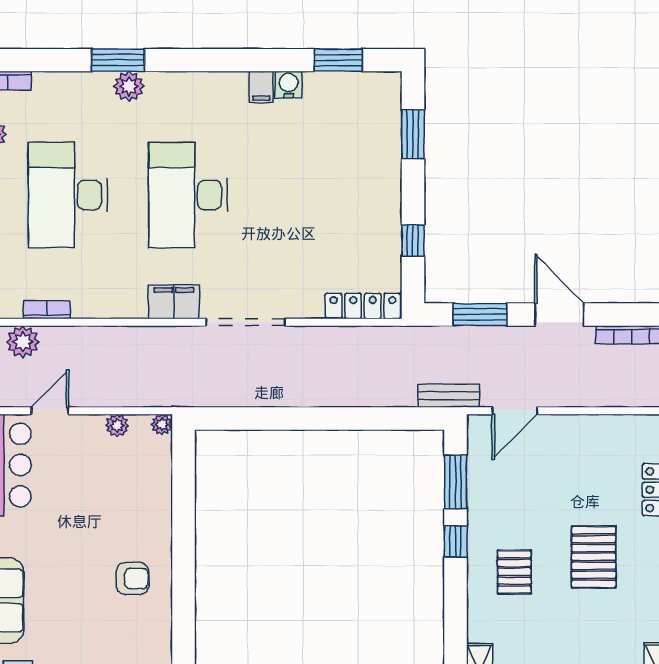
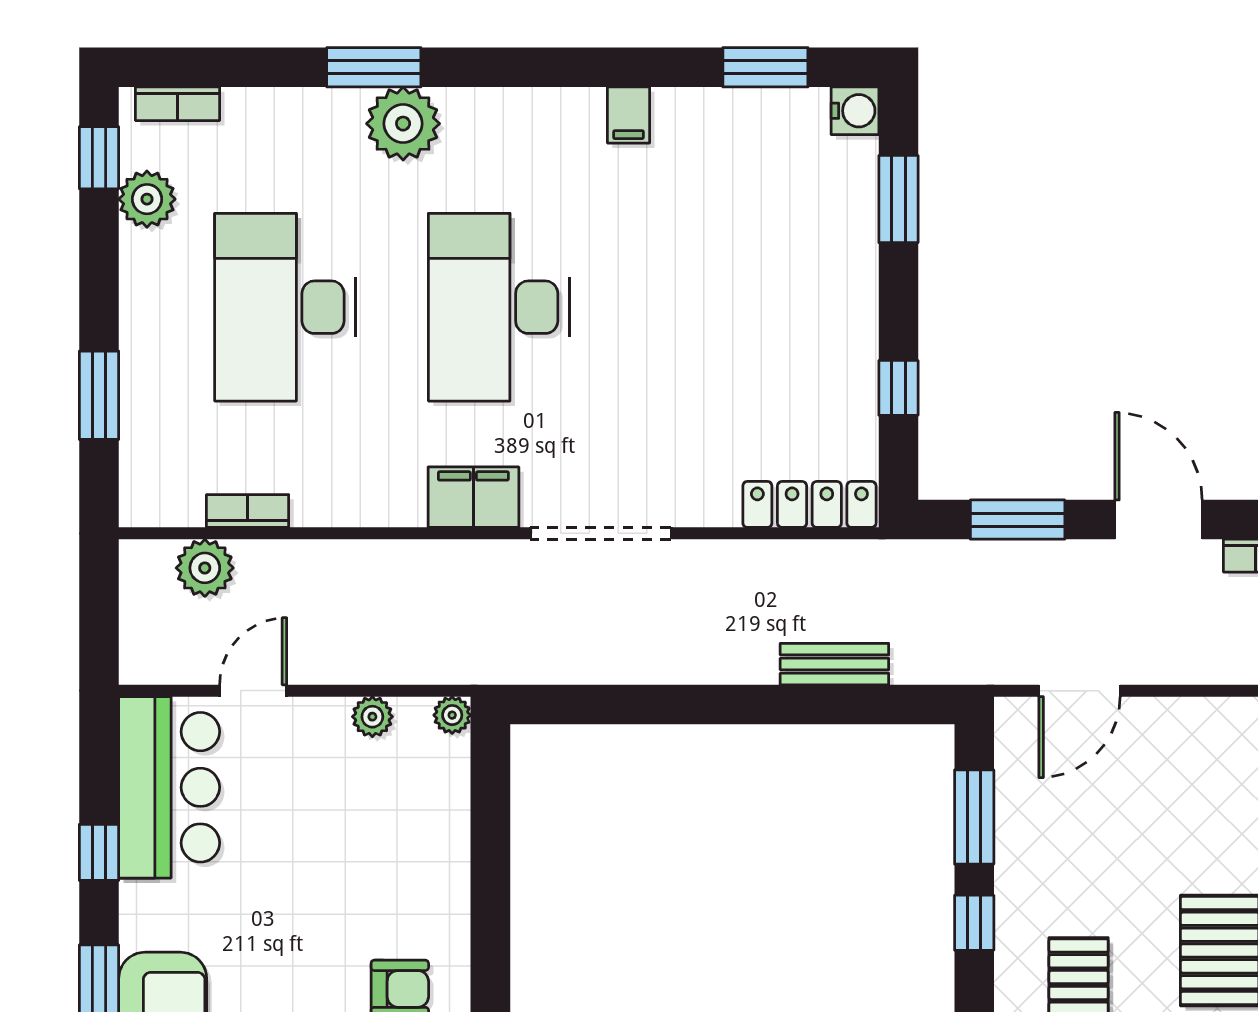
water cooler: (289, 85) -> (855, 111), moved, turned 90
plant: (129, 86) -> (403, 124), width x1.36, depth x1.36
bench: (449, 396) -> (834, 664), moved

